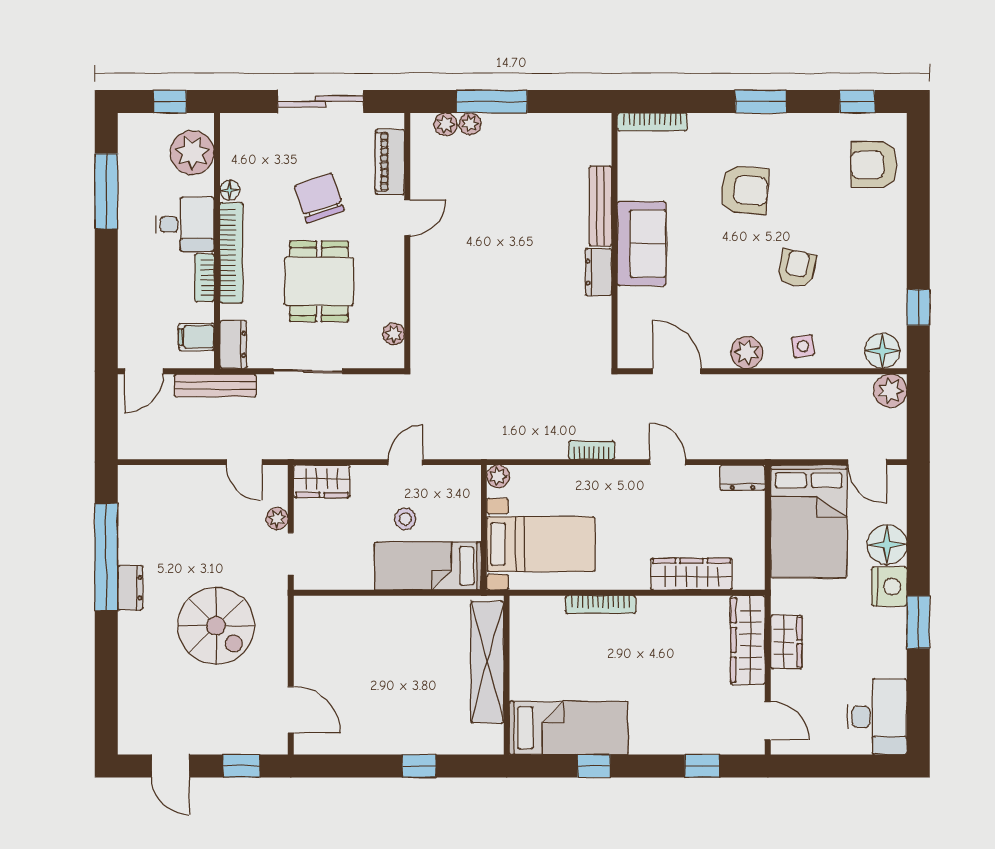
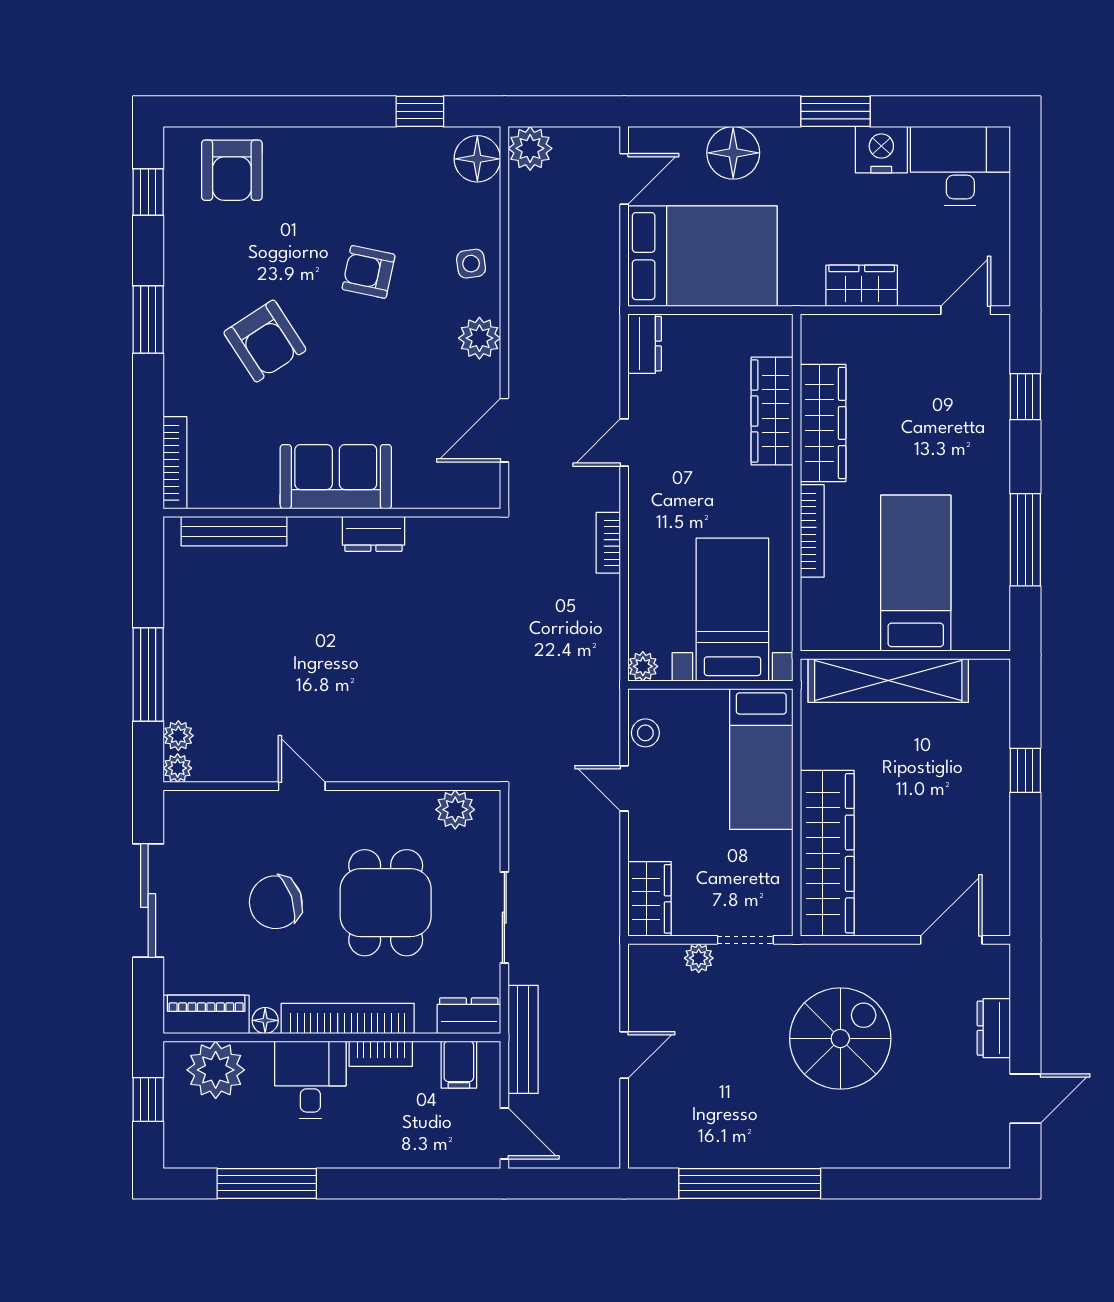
plant: (470, 124) -> (178, 768), moved
piano: (390, 162) -> (206, 1014), moved, turned 180
armchair: (744, 190) -> (265, 341), turned 142
bench: (600, 206) -> (234, 531), moved
dining table: (319, 281) -> (386, 903), turned 90
plant: (394, 334) -> (455, 810), width x1.38, depth x1.38
door: (244, 462) -> (624, 1055), moved
stool: (405, 519) -> (645, 733), moved
nightstand: (889, 587) -> (881, 150), moved
dresser: (130, 588) -> (994, 1028), moved, turned -90
wardrobe: (356, 616) -> (827, 853), added
wardrobe: (748, 640) -> (823, 423), moved, turned -90
bed: (569, 728) -> (916, 573), moved
window: (242, 766) -> (1025, 1005), removed
window: (594, 766) -> (1025, 540), width x2.17

